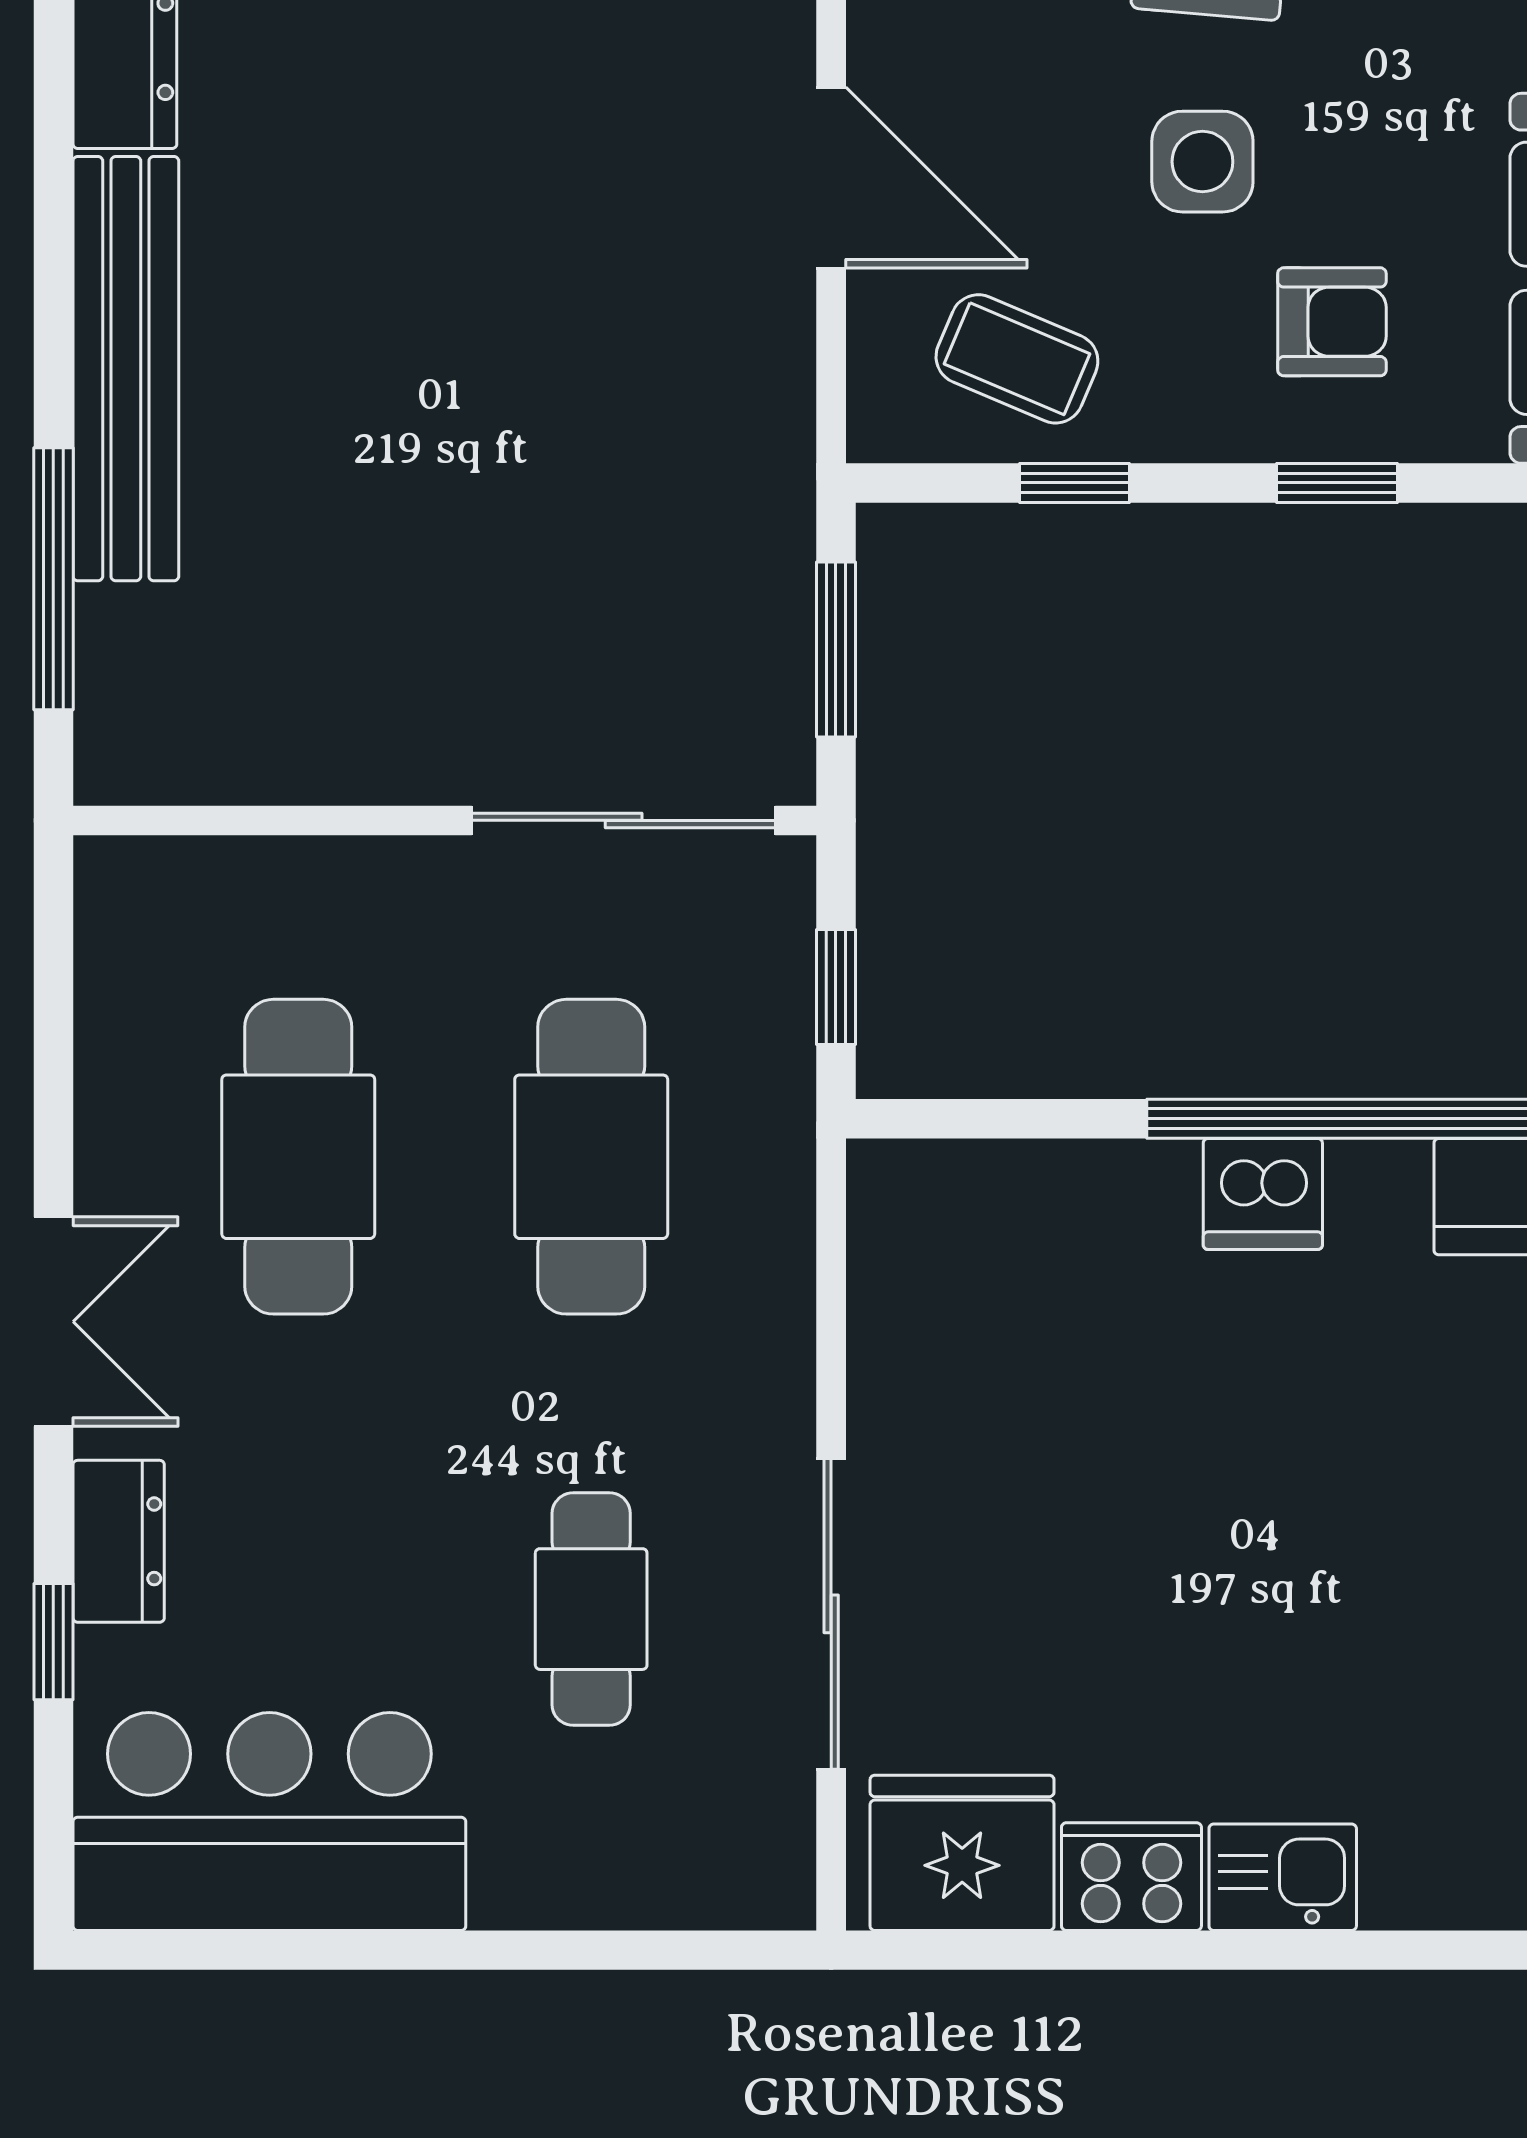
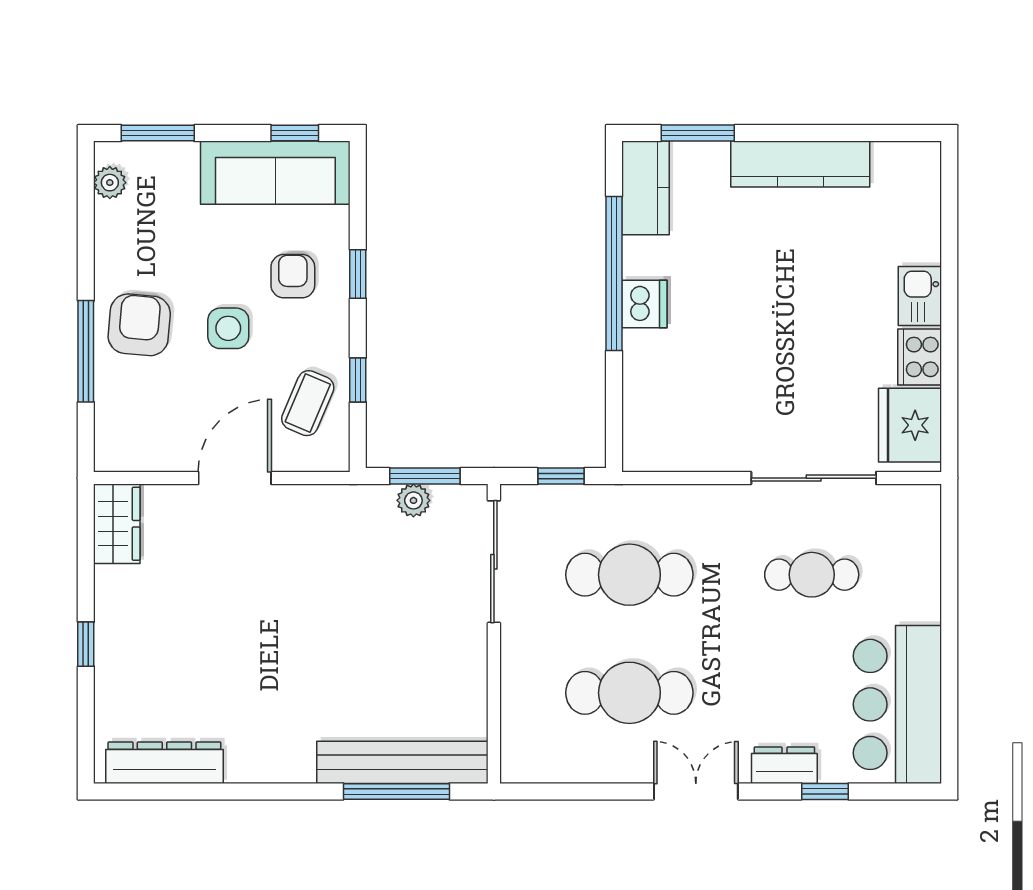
bench: (126, 369) -> (402, 762), moved
plant: (775, 621) -> (413, 500), added

